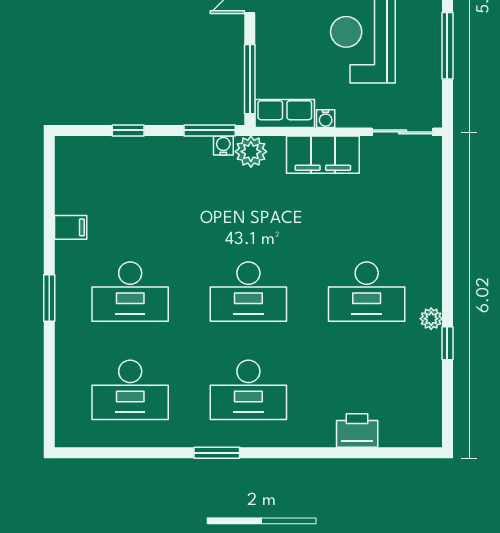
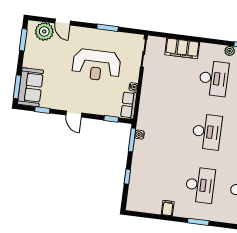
window: (447, 46) -> (108, 28), width x0.69
window: (250, 79) -> (111, 119), width x0.46
plant: (251, 152) -> (144, 122), removed
filing cabinet: (323, 155) -> (182, 48), moved, turned 90

